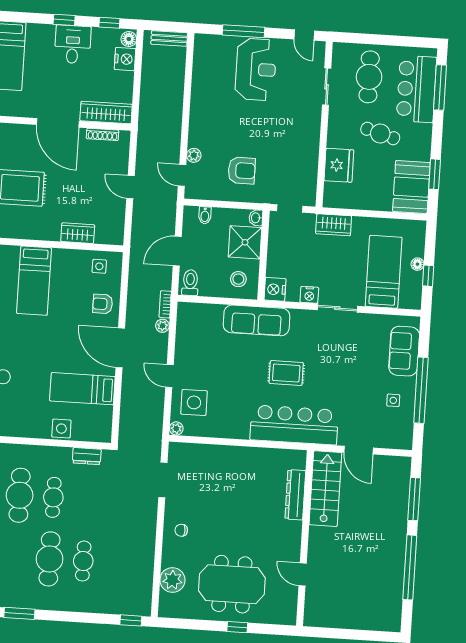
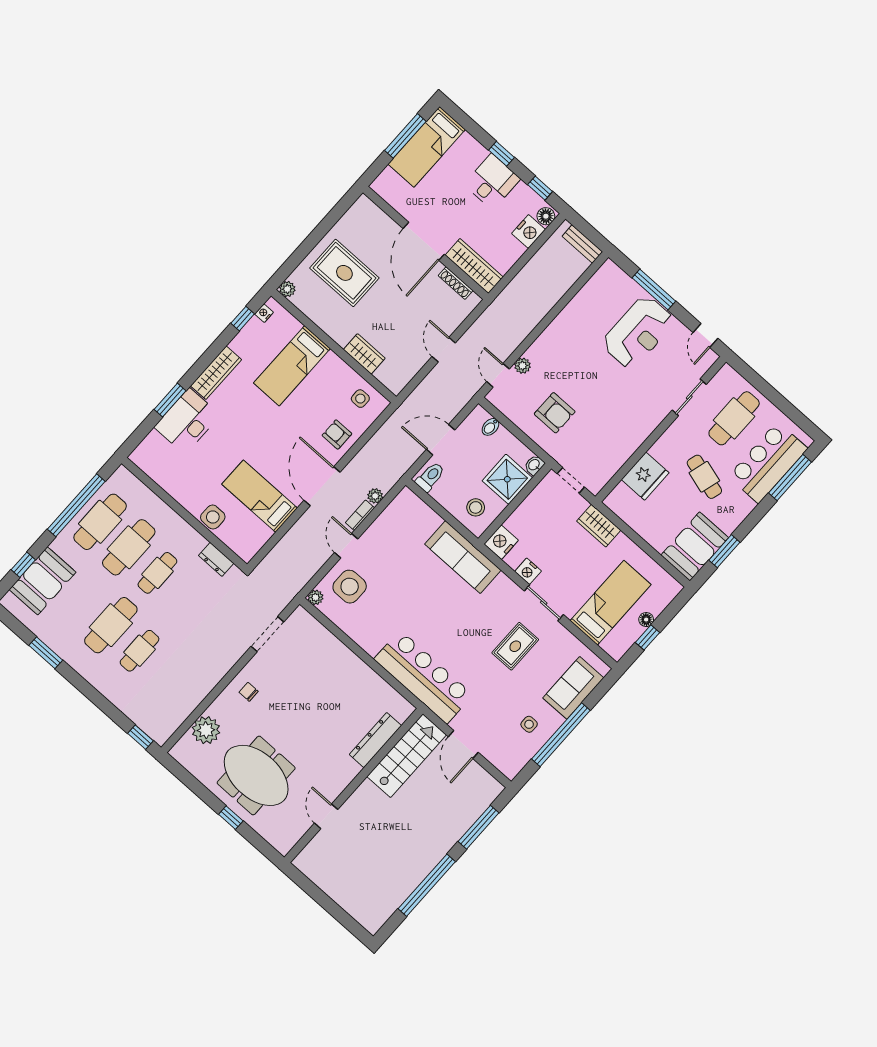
bookcase: (165, 304) -> (360, 515), moved
rug: (286, 373) -> (515, 646), moved, turned 90

